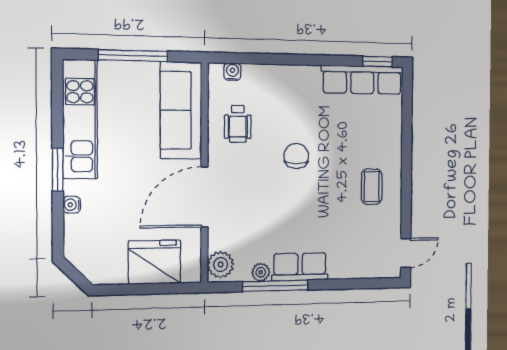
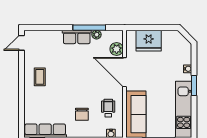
chair: (296, 156) -> (82, 114), moved
door: (204, 197) -> (125, 72), swing flipped
plant: (221, 265) -> (117, 49), moved

